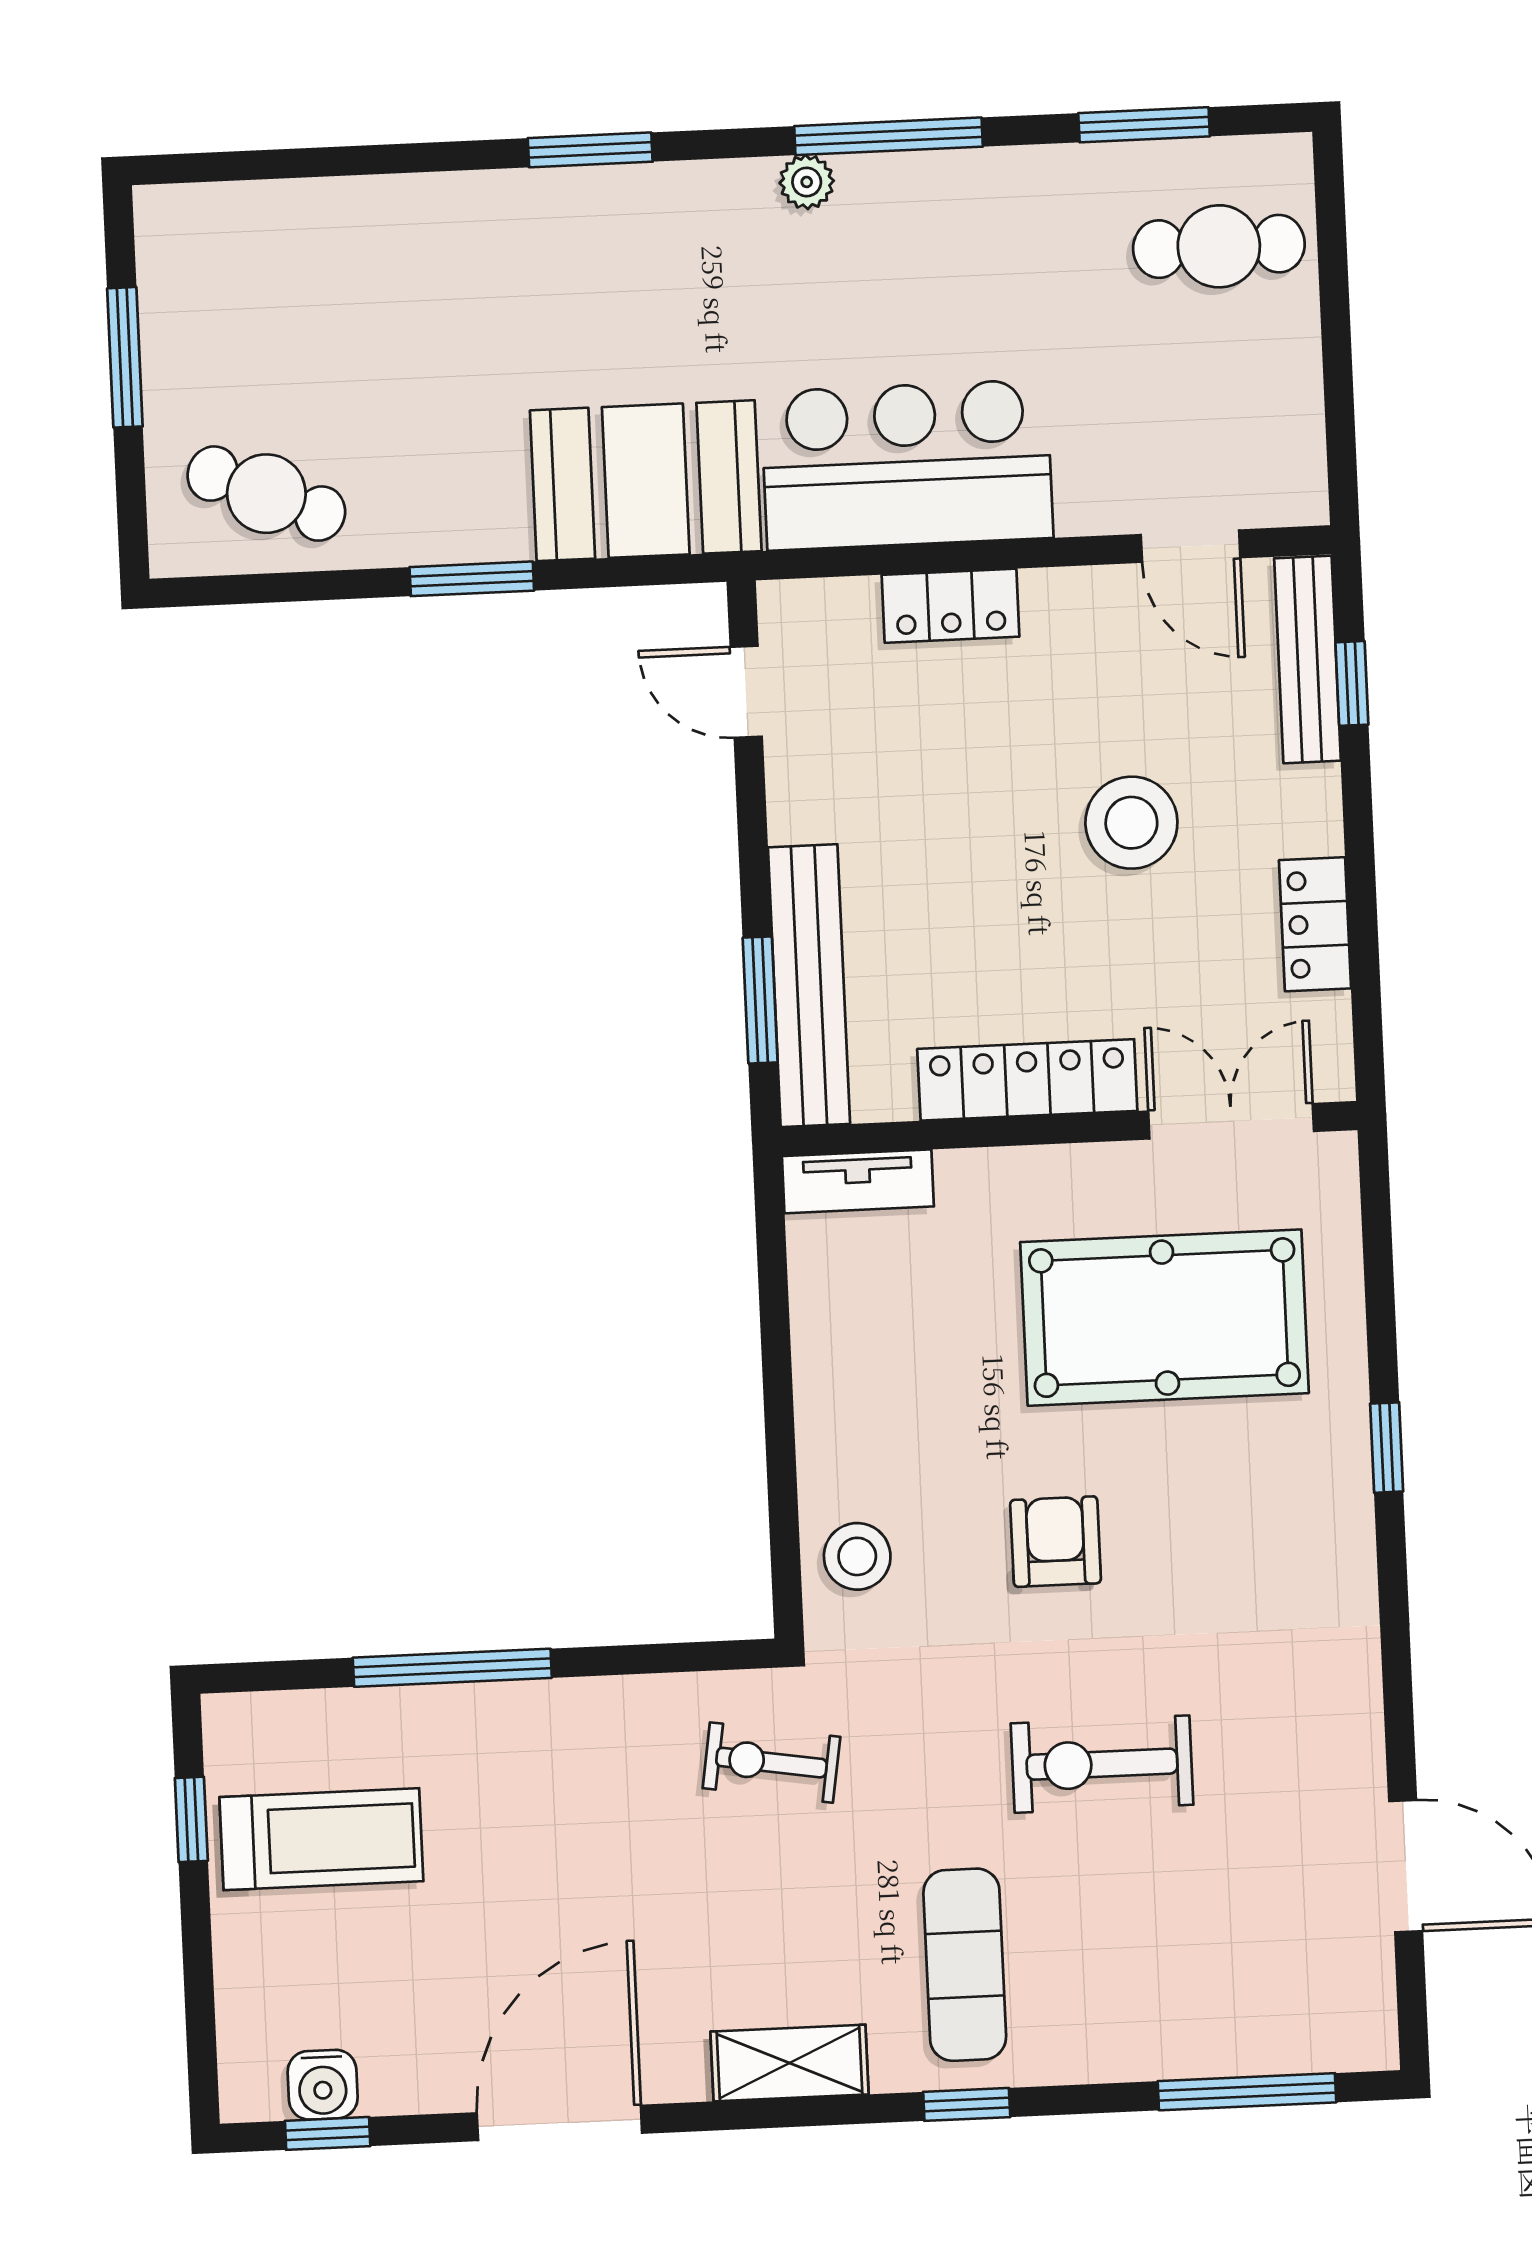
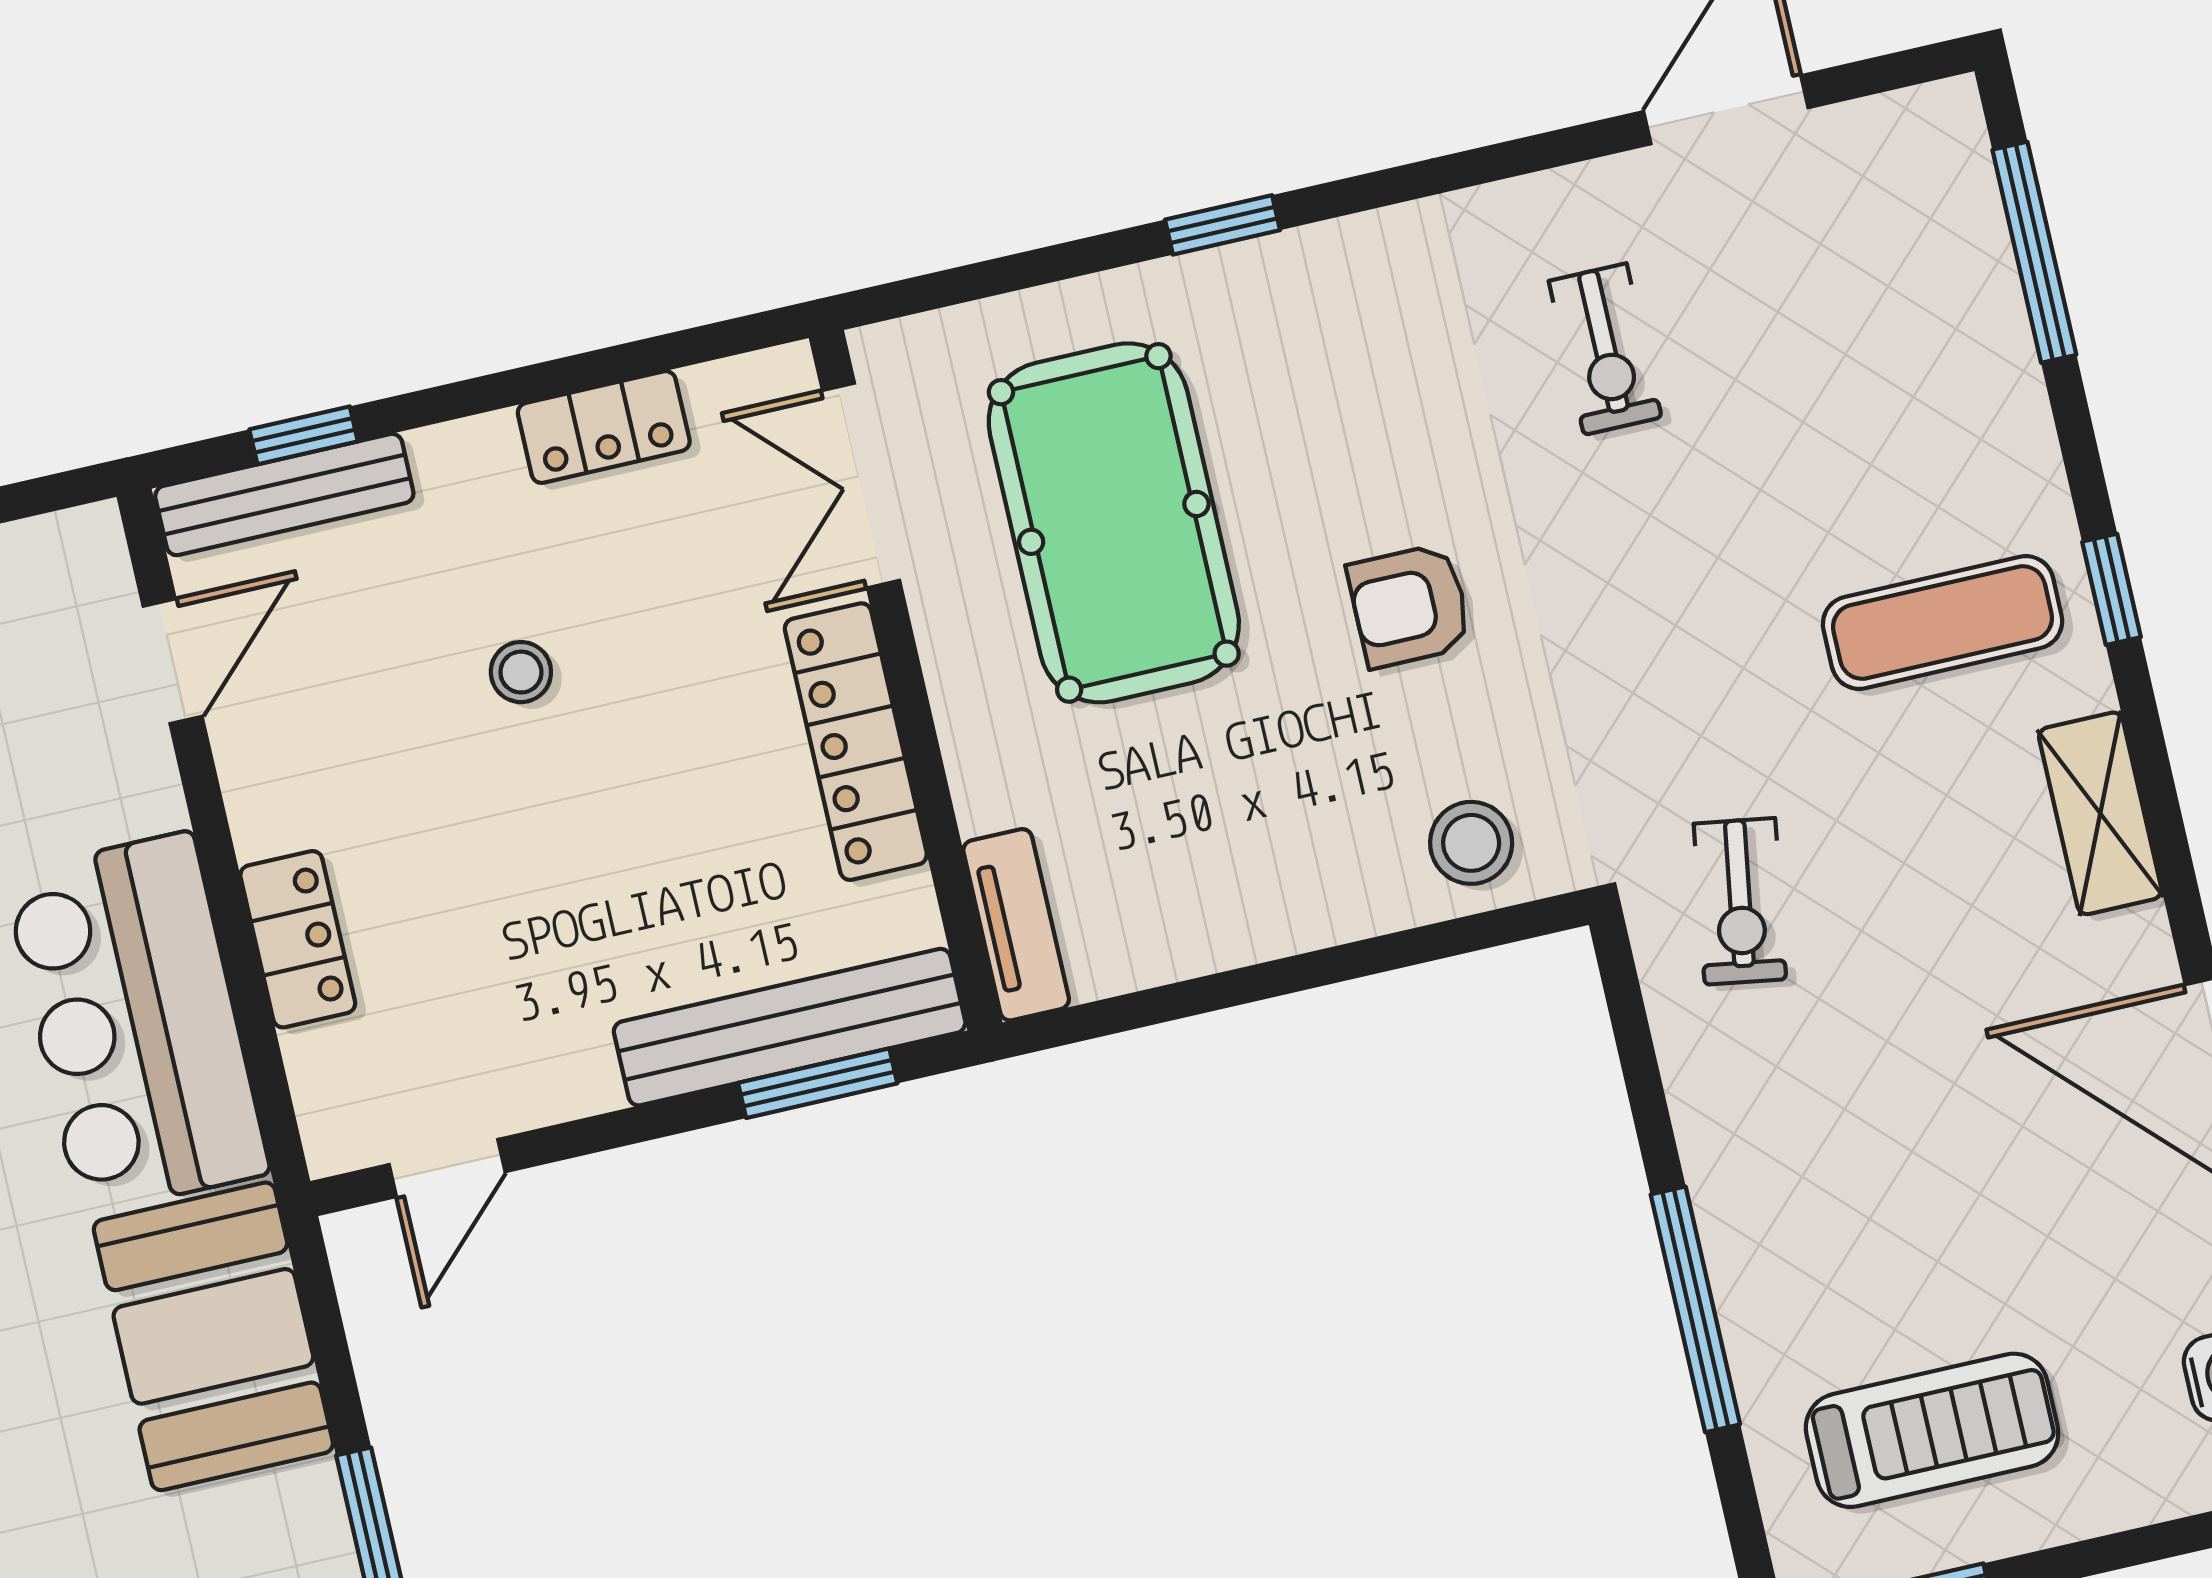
stool: (1131, 823) -> (521, 672), width x0.53, depth x0.53
exercise bike: (1102, 1764) -> (1605, 349), moved, width x0.73, depth x0.72
treadmill: (321, 1839) -> (1932, 1430), turned 90

